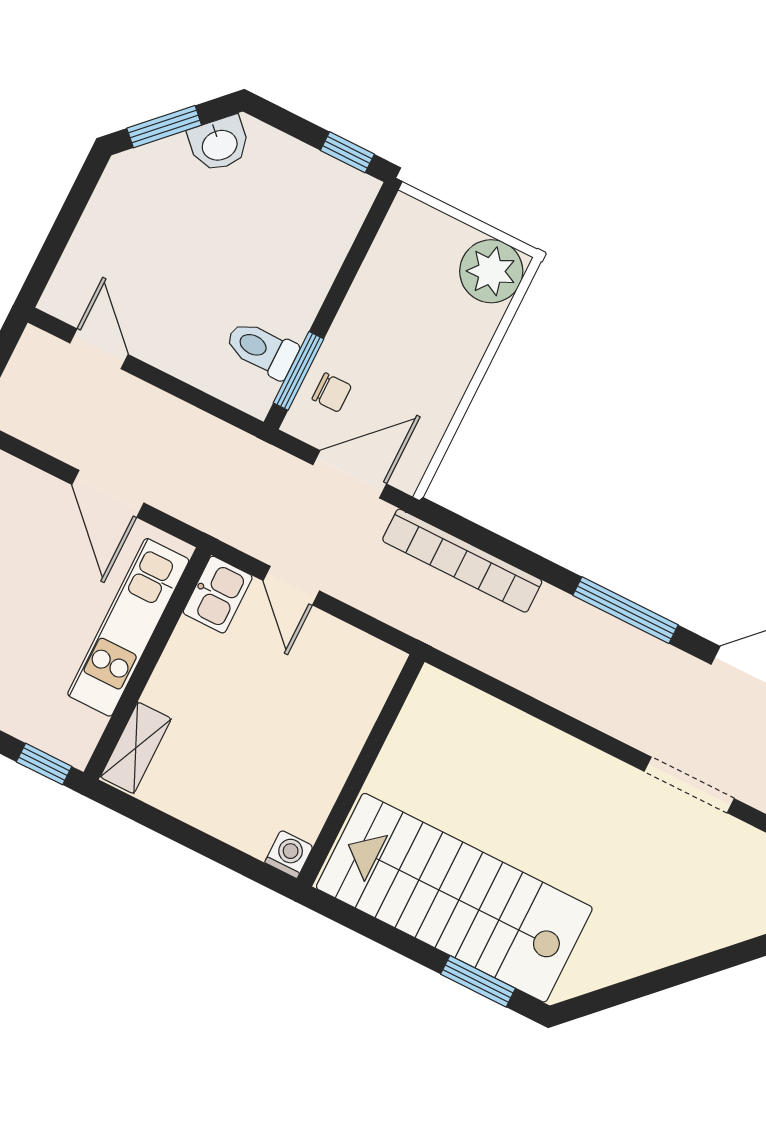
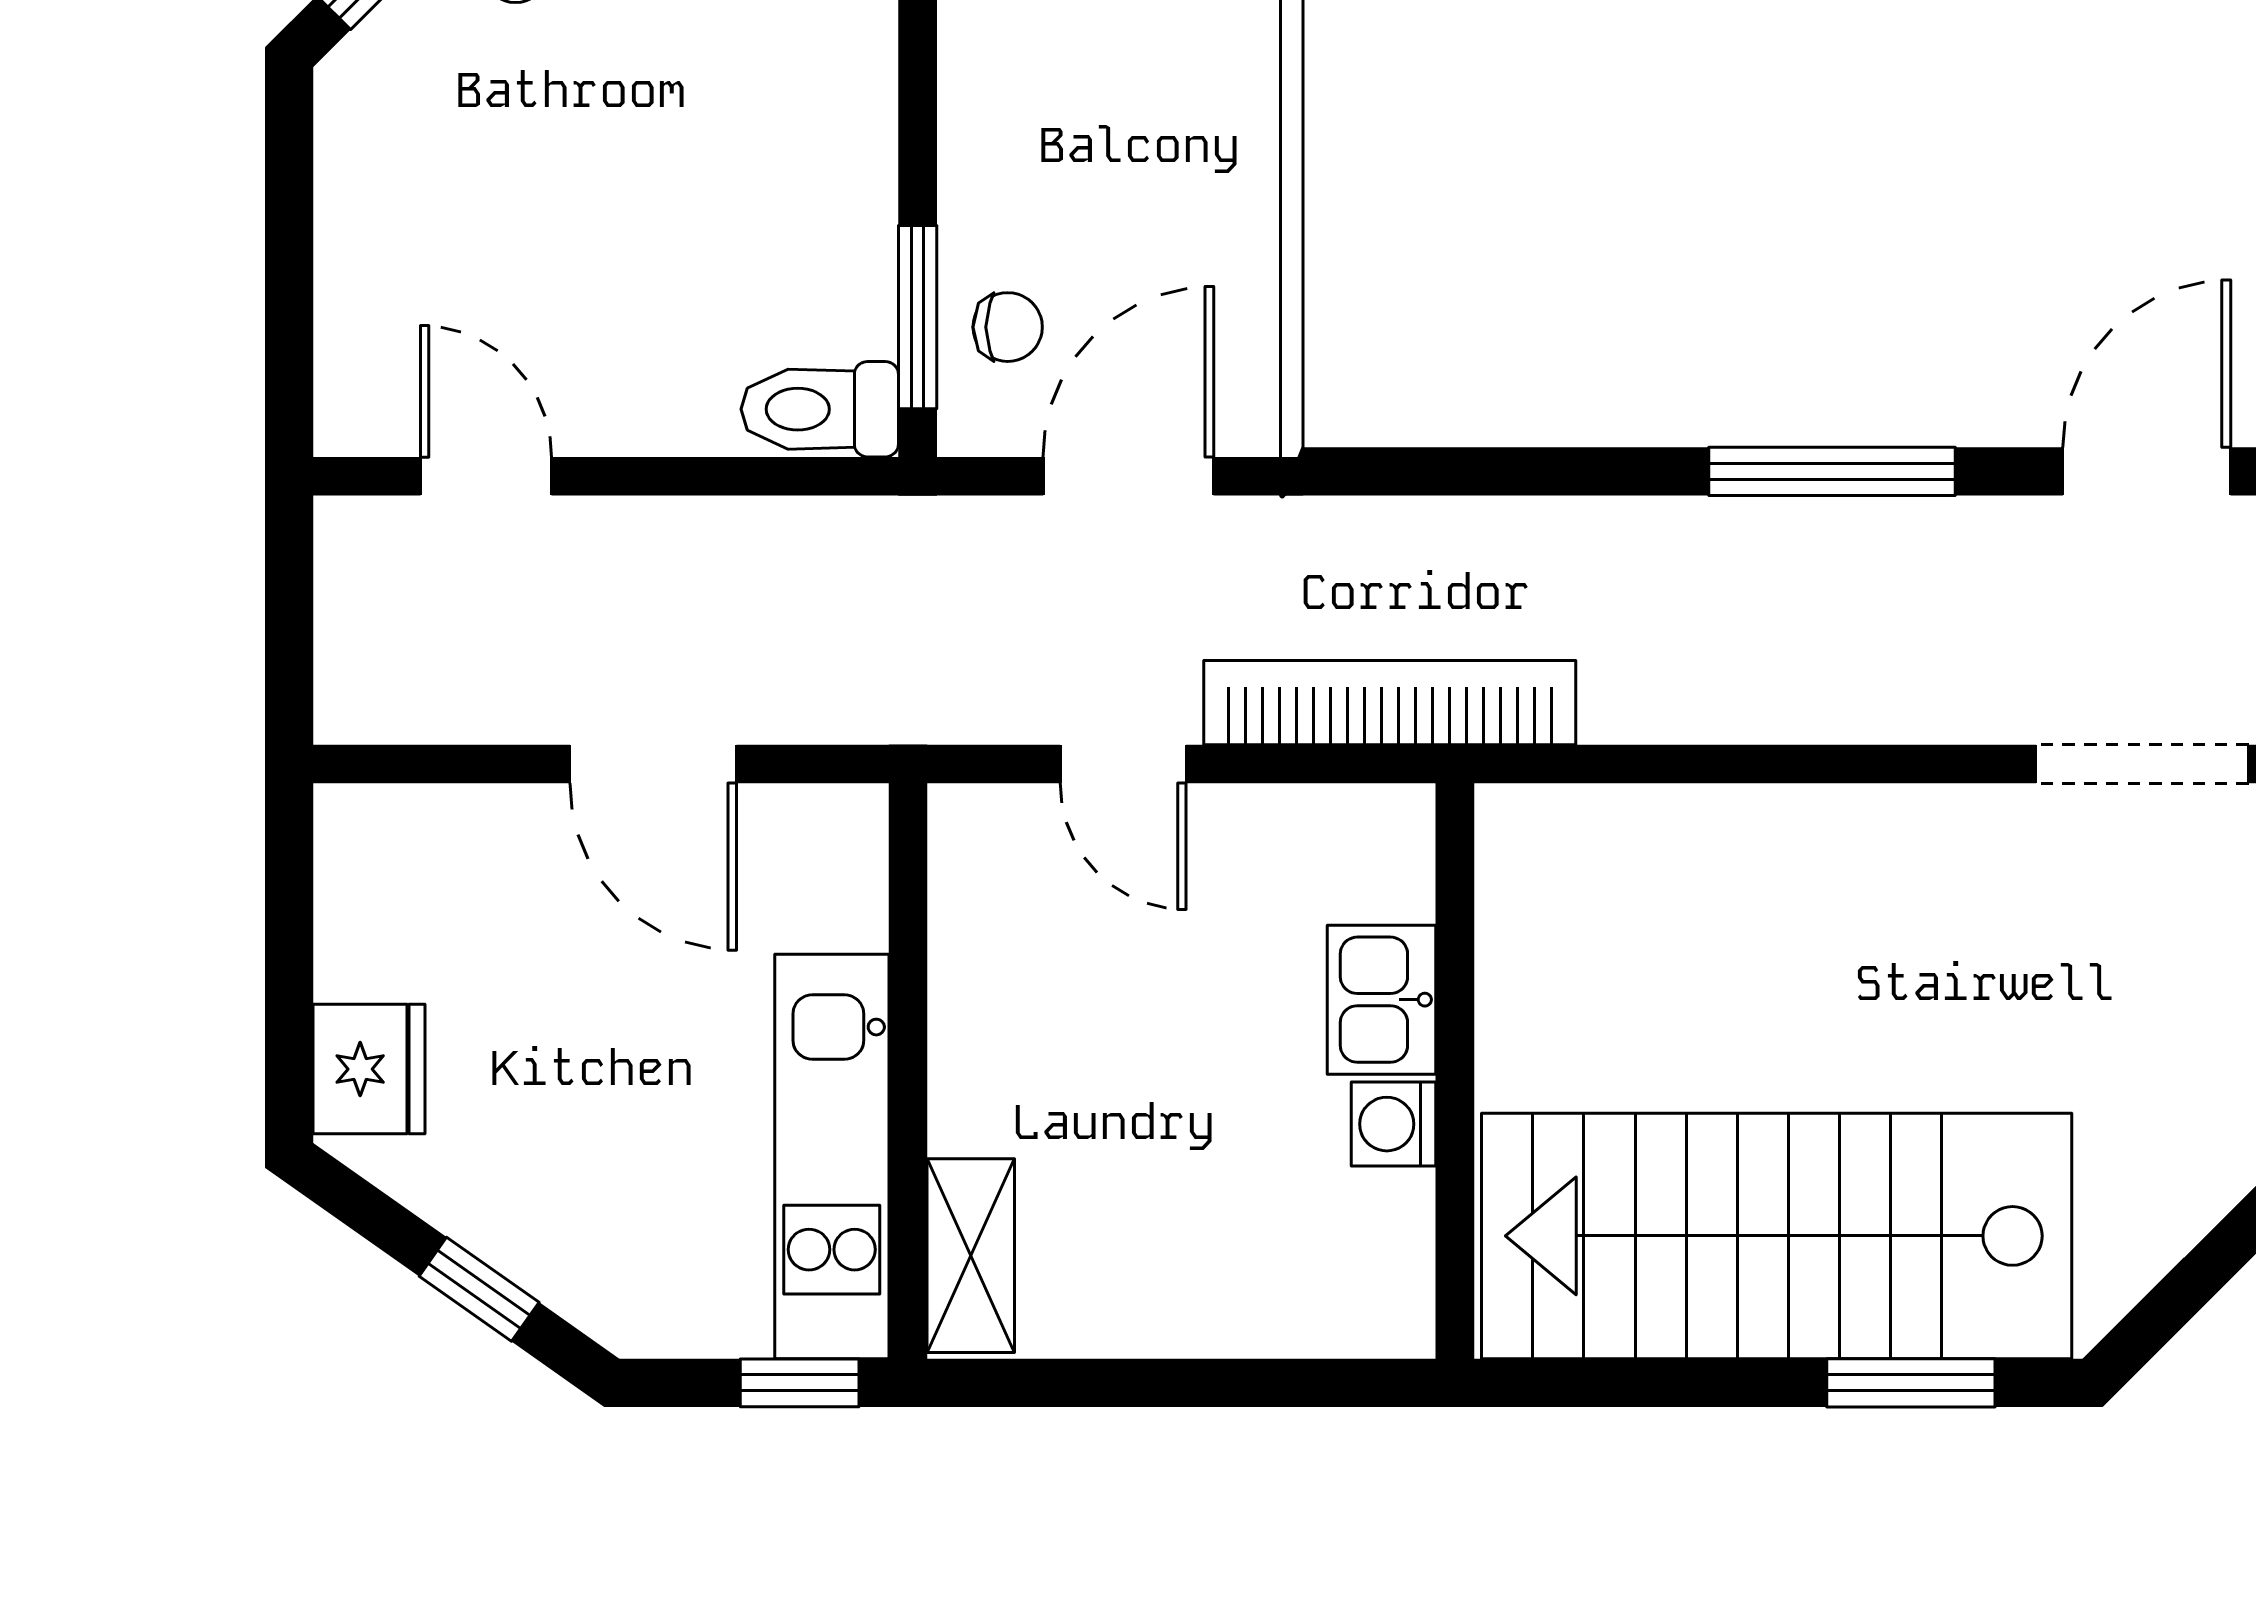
toilet: (262, 349) -> (820, 409), moved
bookcase: (462, 561) -> (1390, 703), moved, turned 180
kitchen sink: (218, 595) -> (1382, 1000), moved, turned 180
kitchen unit: (128, 627) -> (832, 1156), moved
washing machine: (289, 854) -> (1394, 1124), moved, turned -90

